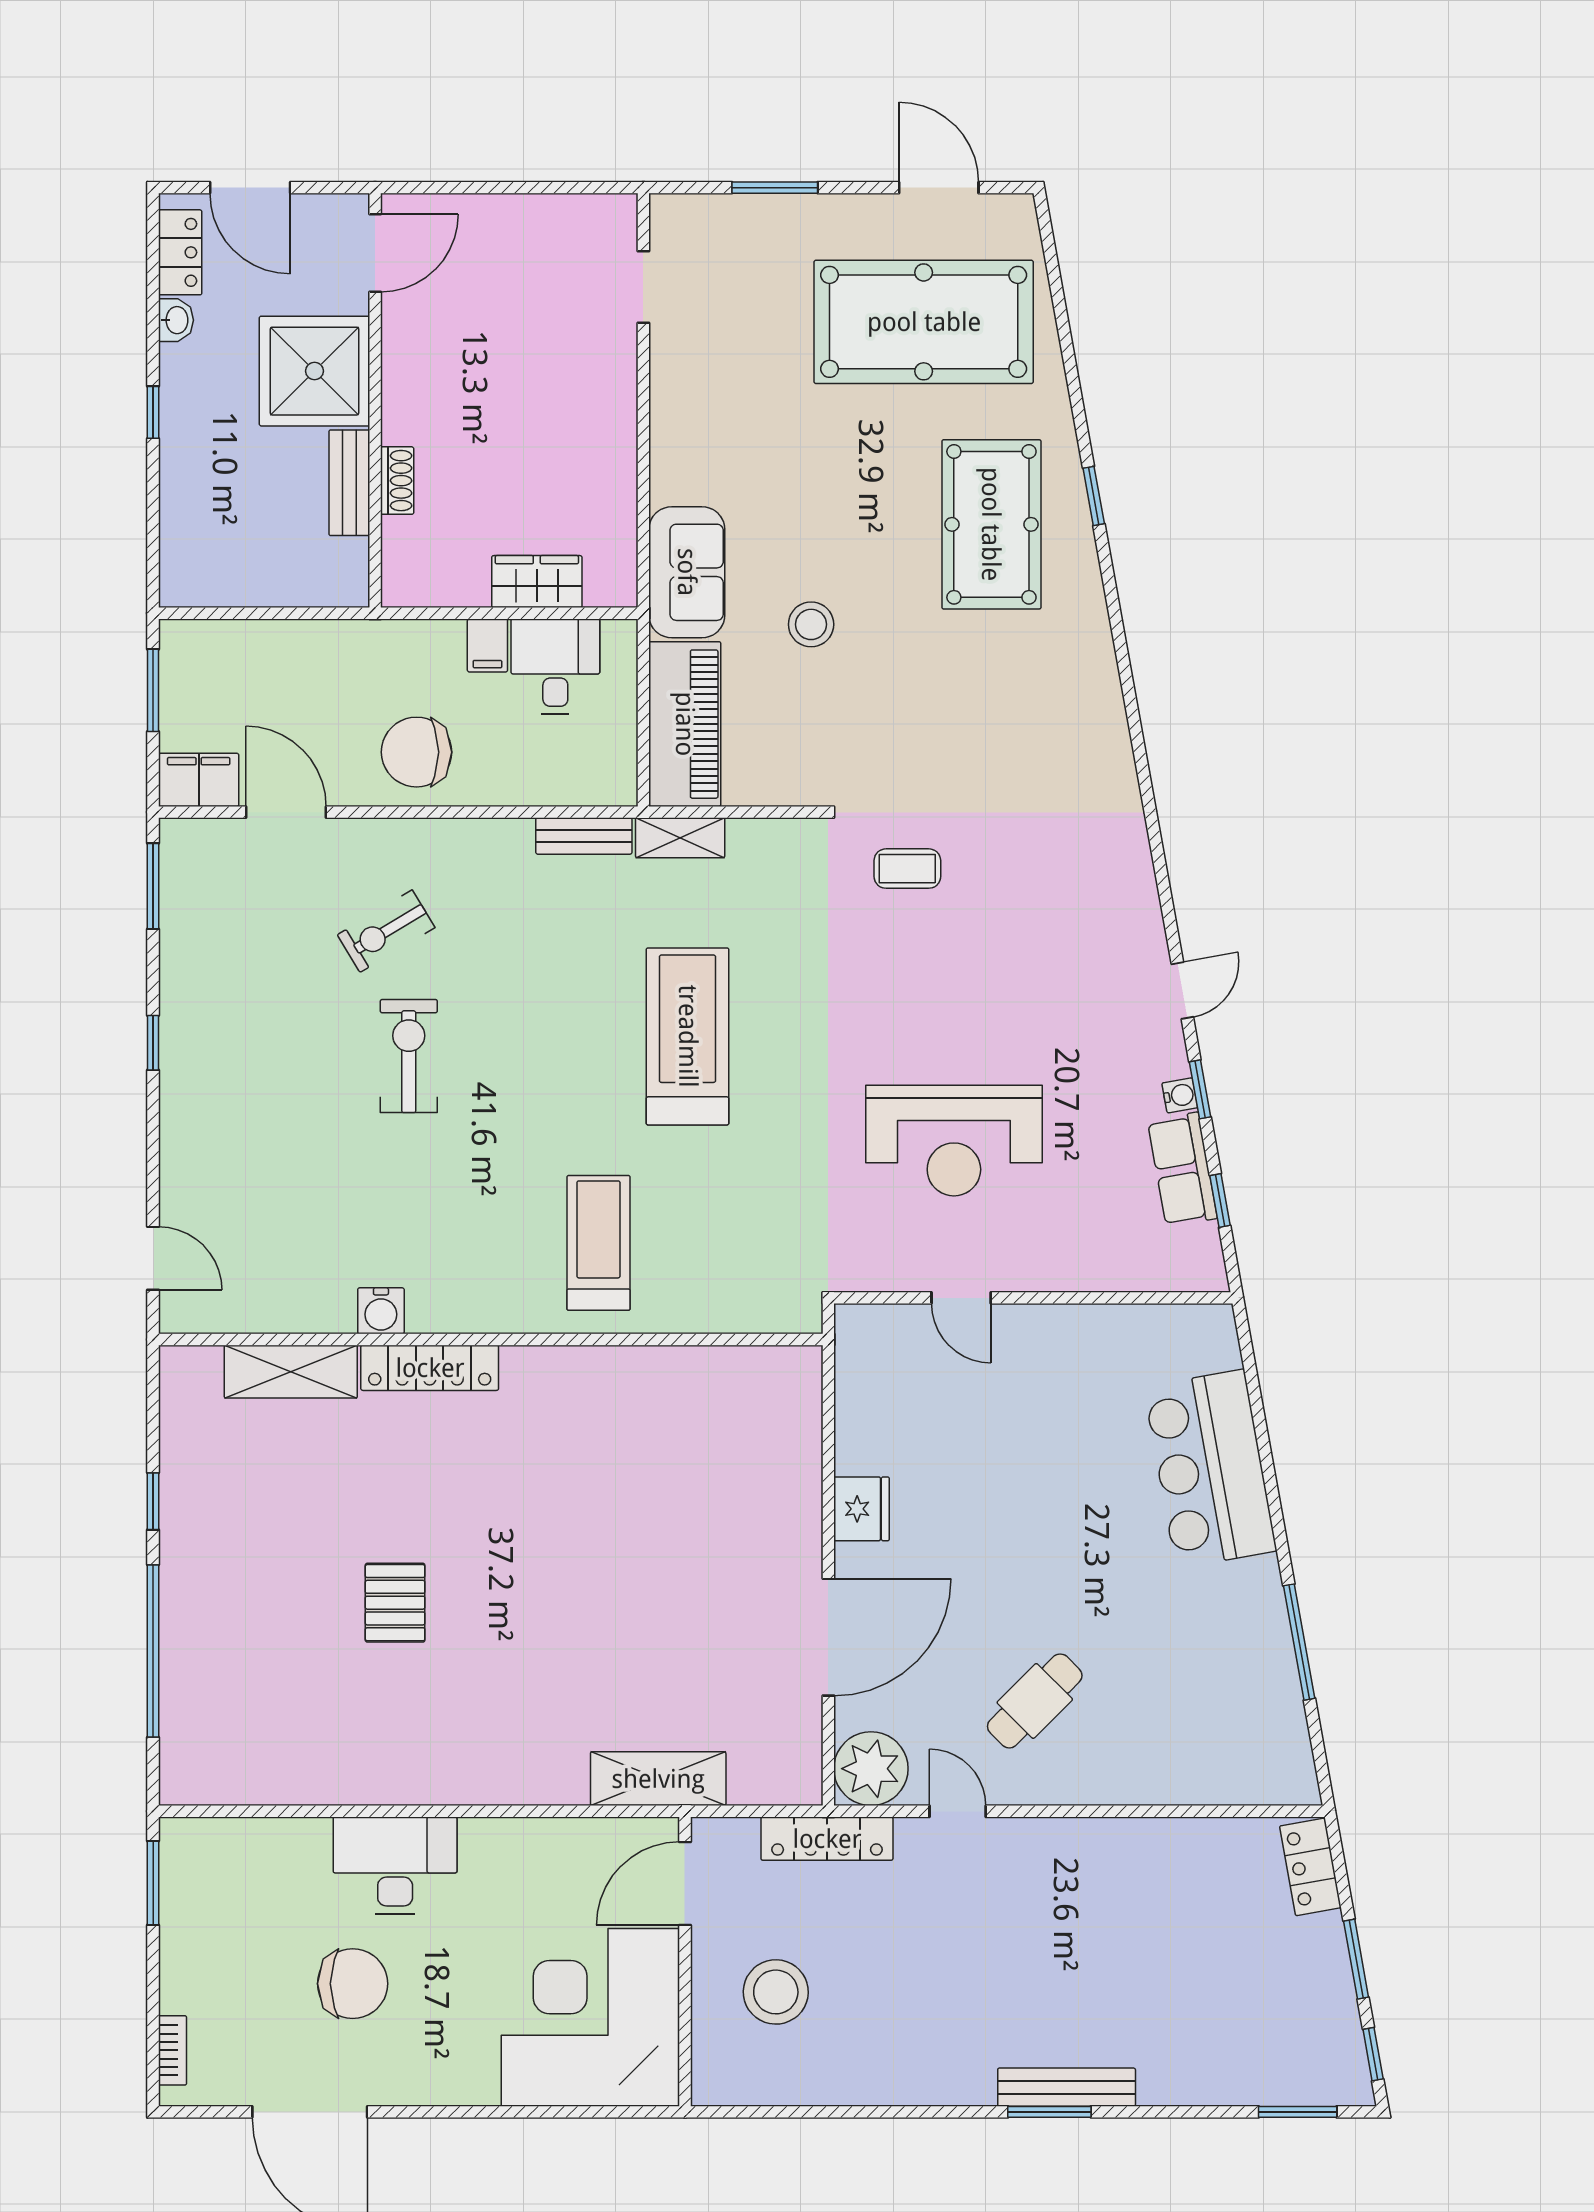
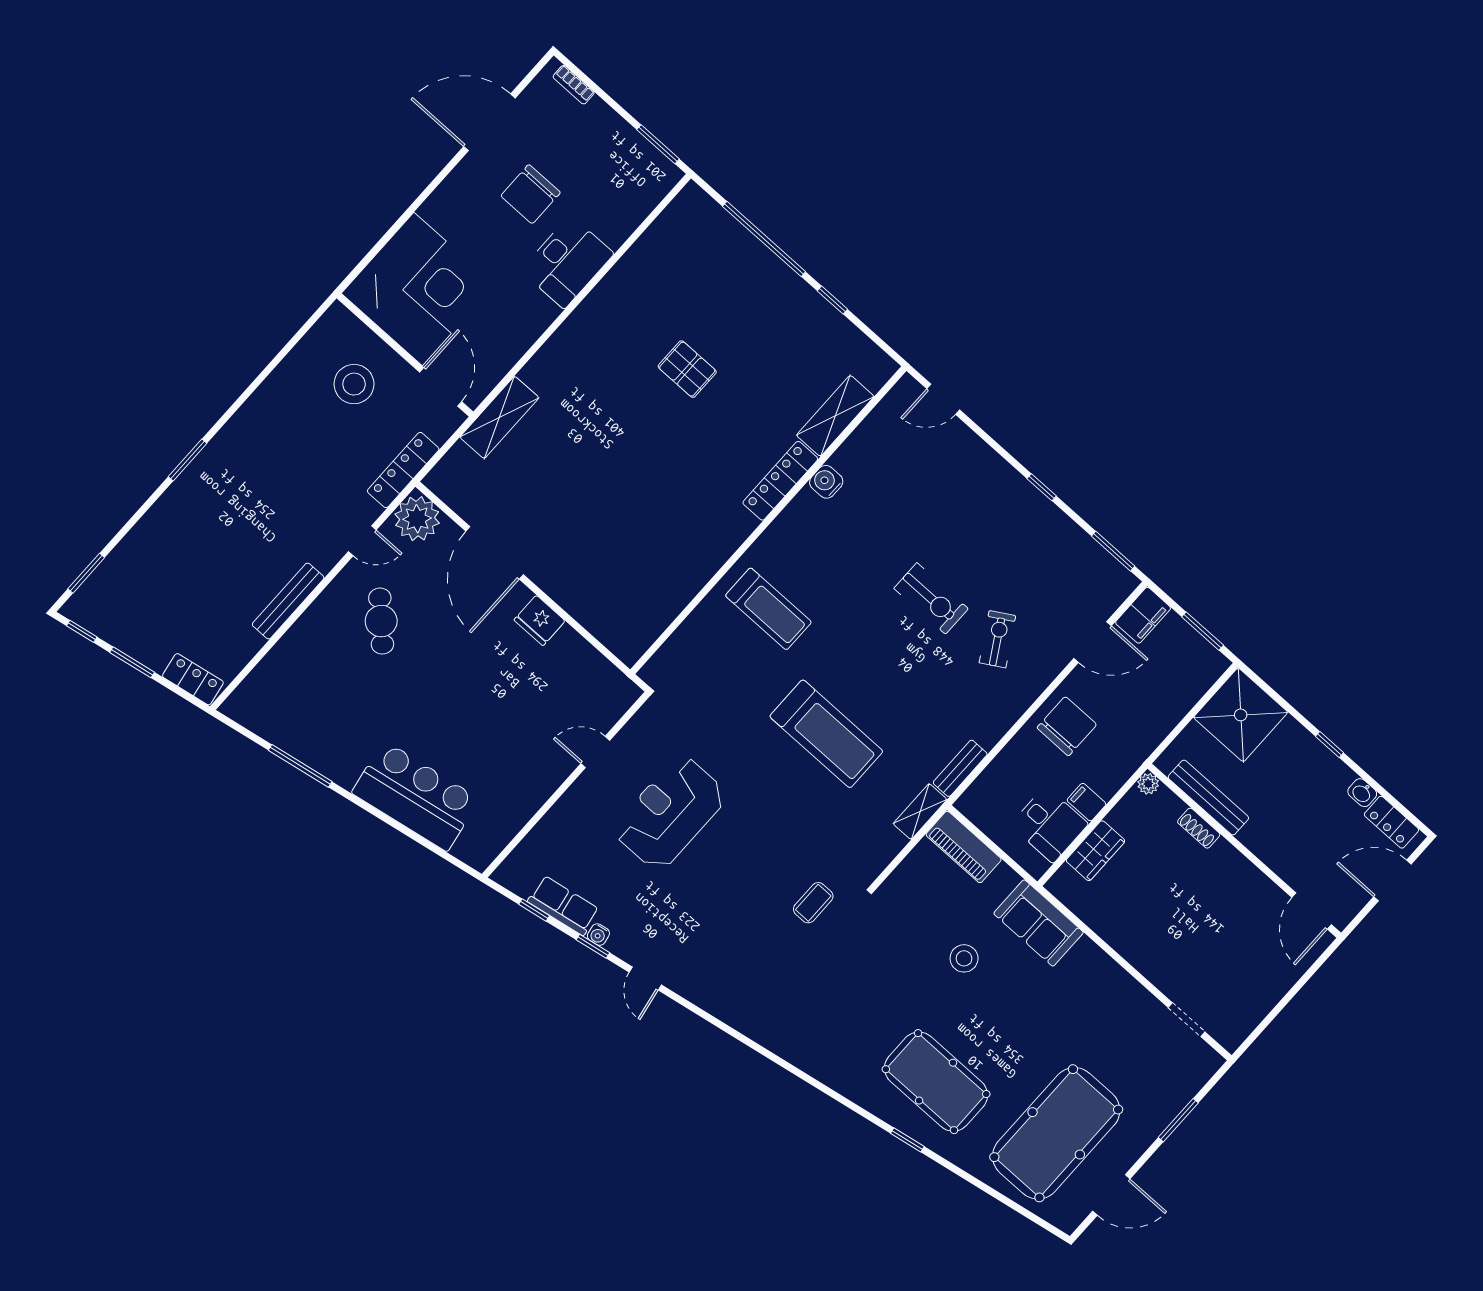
shower: (314, 371) -> (1241, 715), moved
bench: (349, 483) -> (1208, 798), width x1.36
plant: (398, 590) -> (1148, 784), added
piano: (685, 724) -> (964, 847), width x0.73, depth x0.75
bench: (1067, 2087) -> (288, 601), moved

